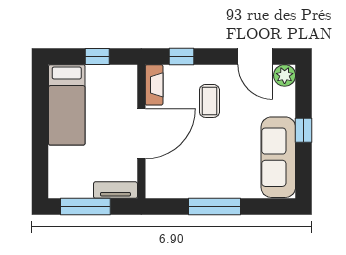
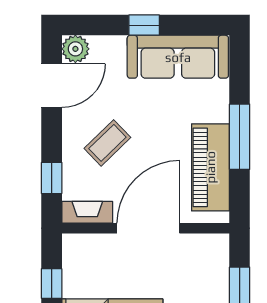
coffee table: (209, 101) -> (107, 143), turned -44
door: (141, 134) -> (148, 228), hinge flipped
piano: (190, 183) -> (210, 167), added
tv unit: (115, 190) -> (219, 261), removed

